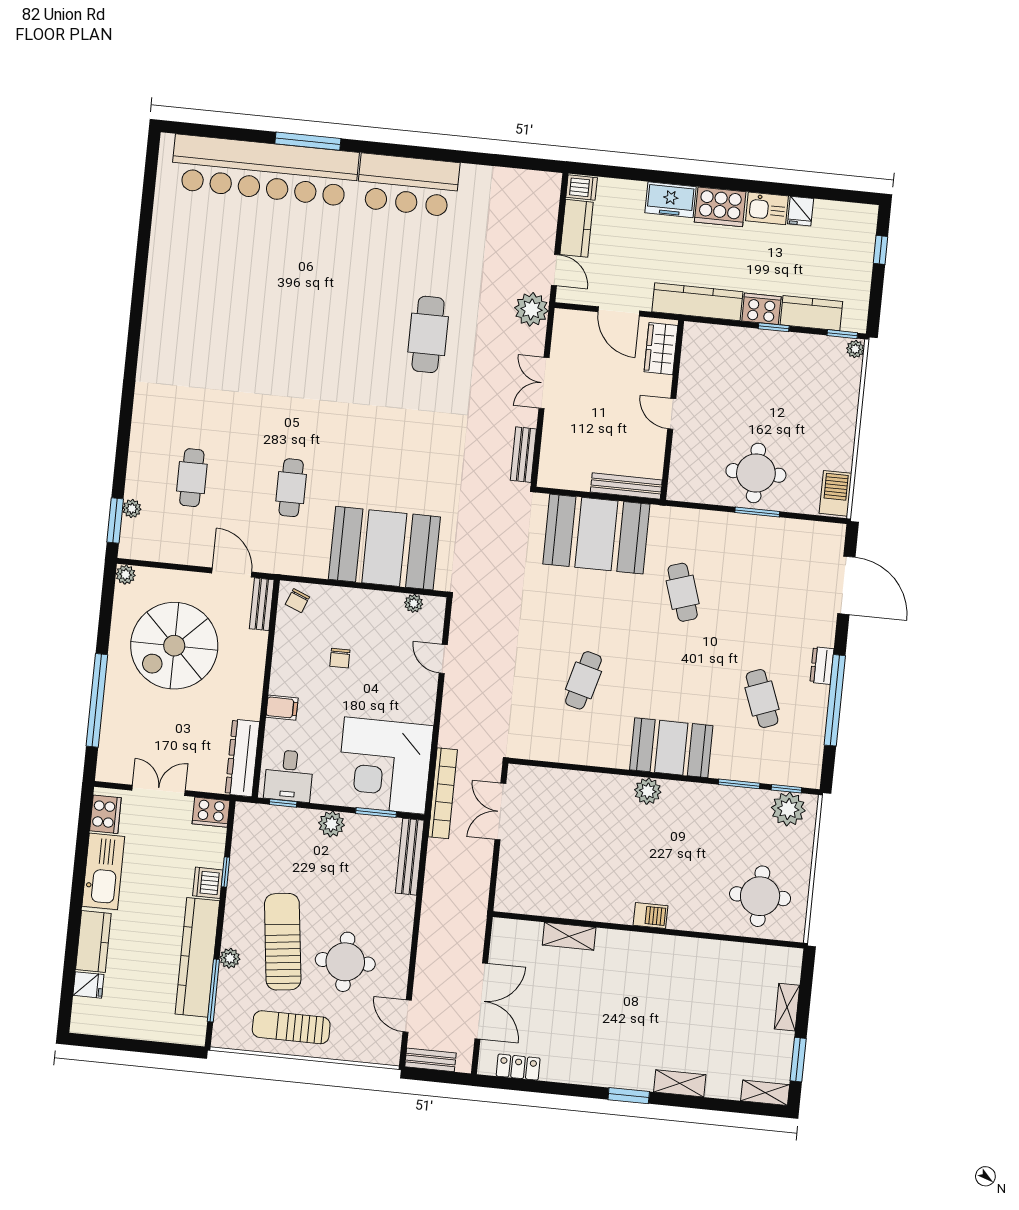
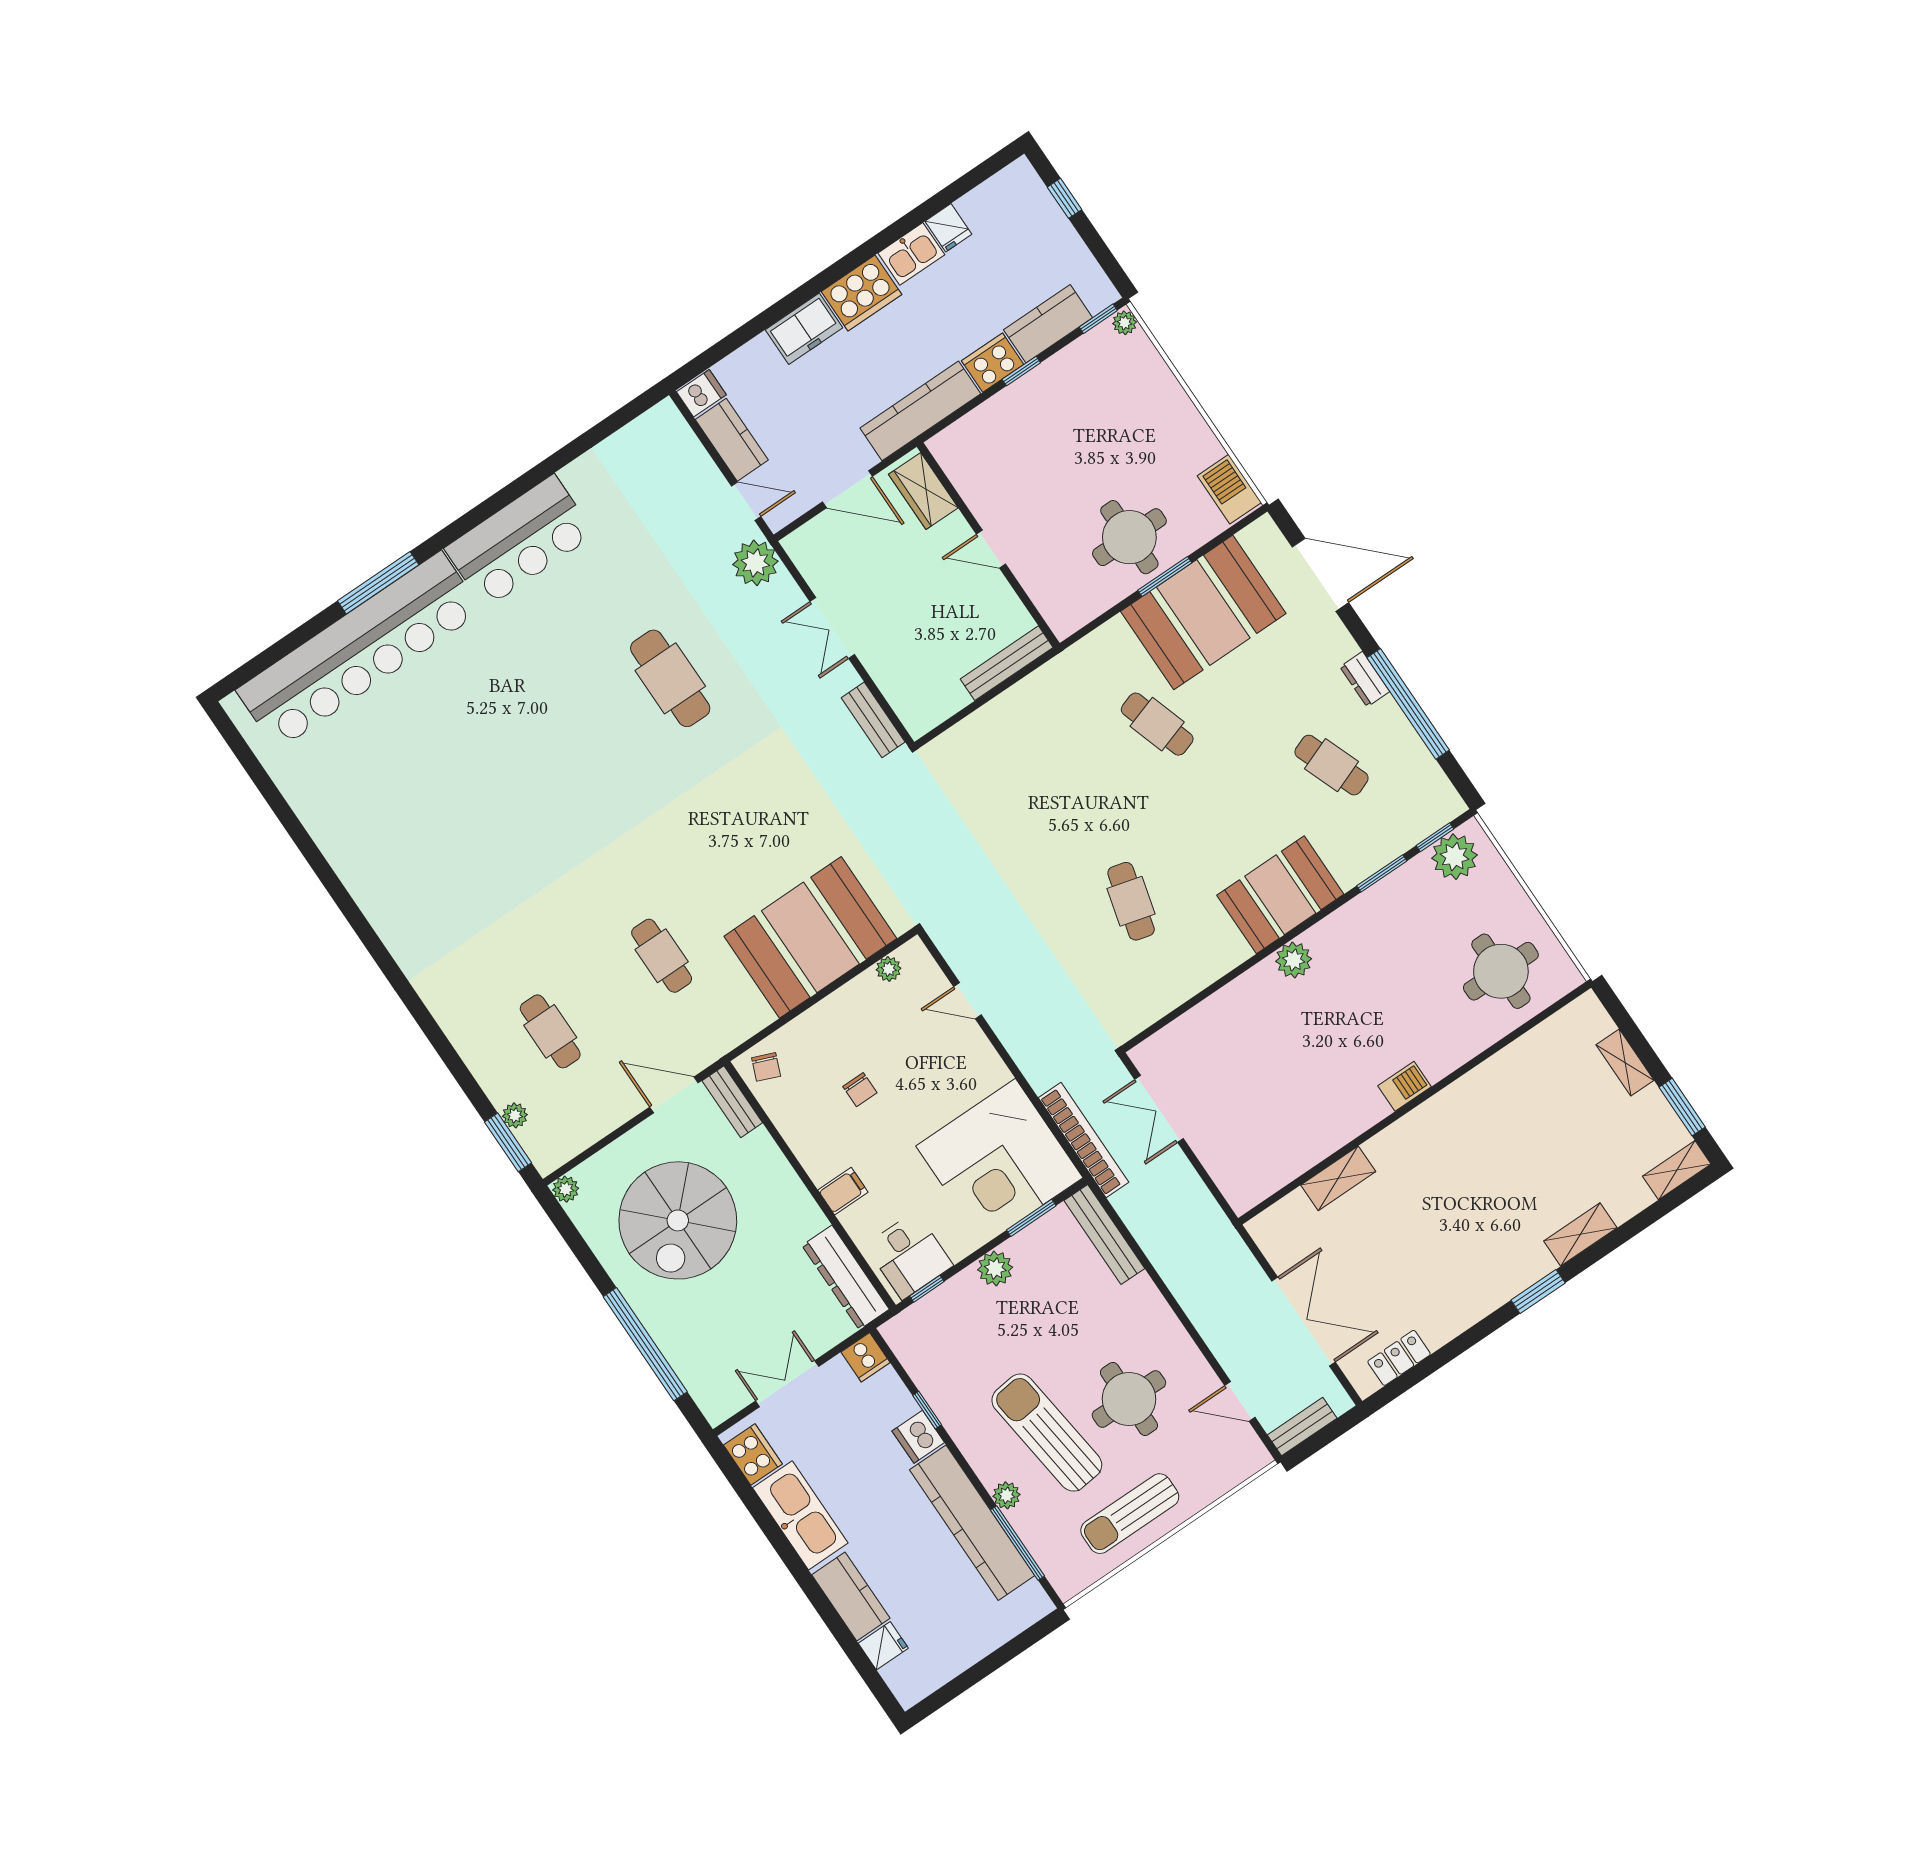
booth: (596, 534) -> (1203, 612), moved
cooker: (211, 812) -> (866, 1357), width x0.73

